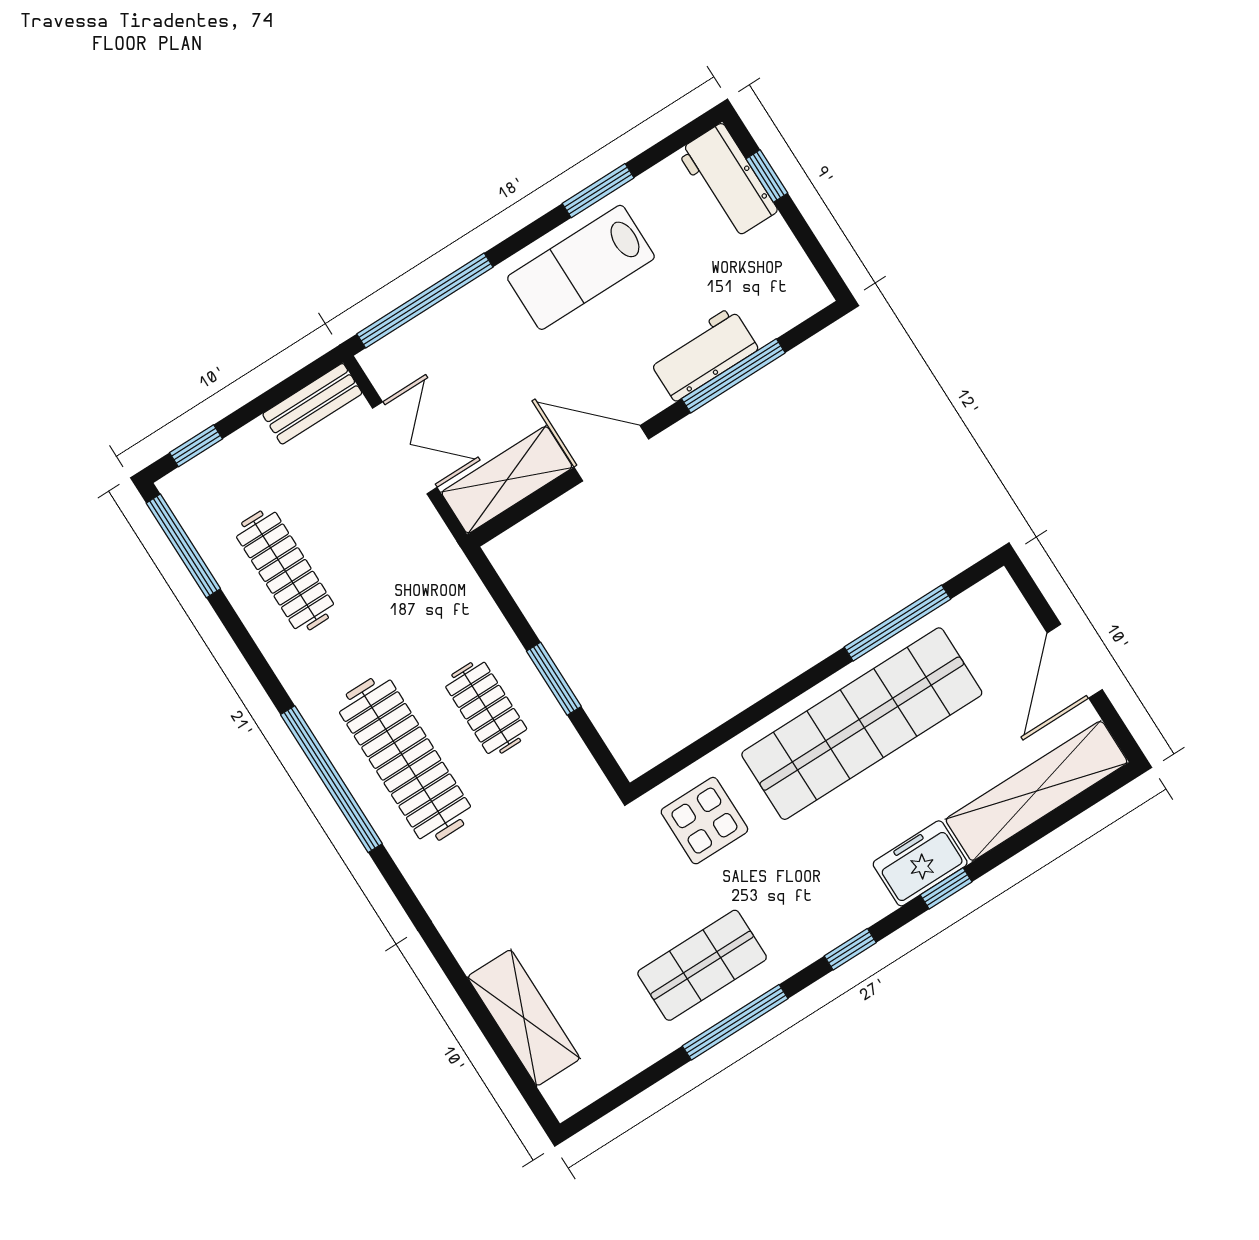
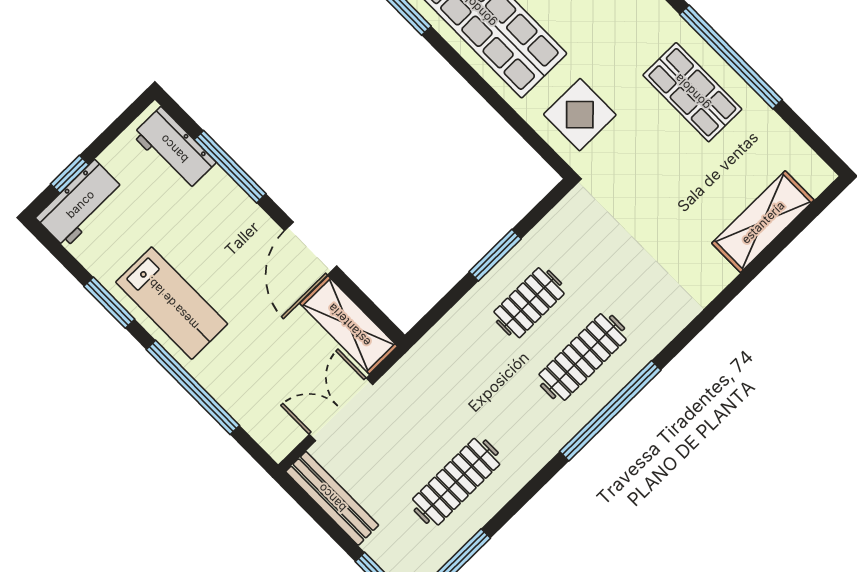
window: (425, 300) -> (193, 387), moved
workbench: (703, 354) -> (174, 149), moved
bench: (312, 404) -> (332, 498), width x1.36
clothes rail: (405, 759) -> (583, 357), width x0.73, depth x0.76
window: (735, 1022) -> (731, 57), width x1.46

